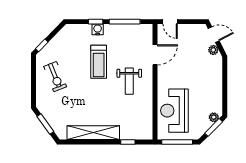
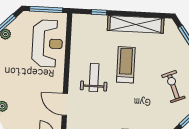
door: (155, 55) -> (65, 104), hinge flipped
treadmill: (99, 62) -> (126, 65), moved

